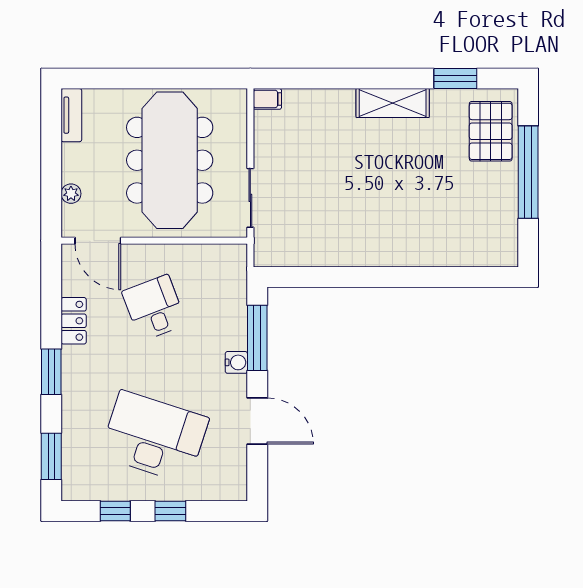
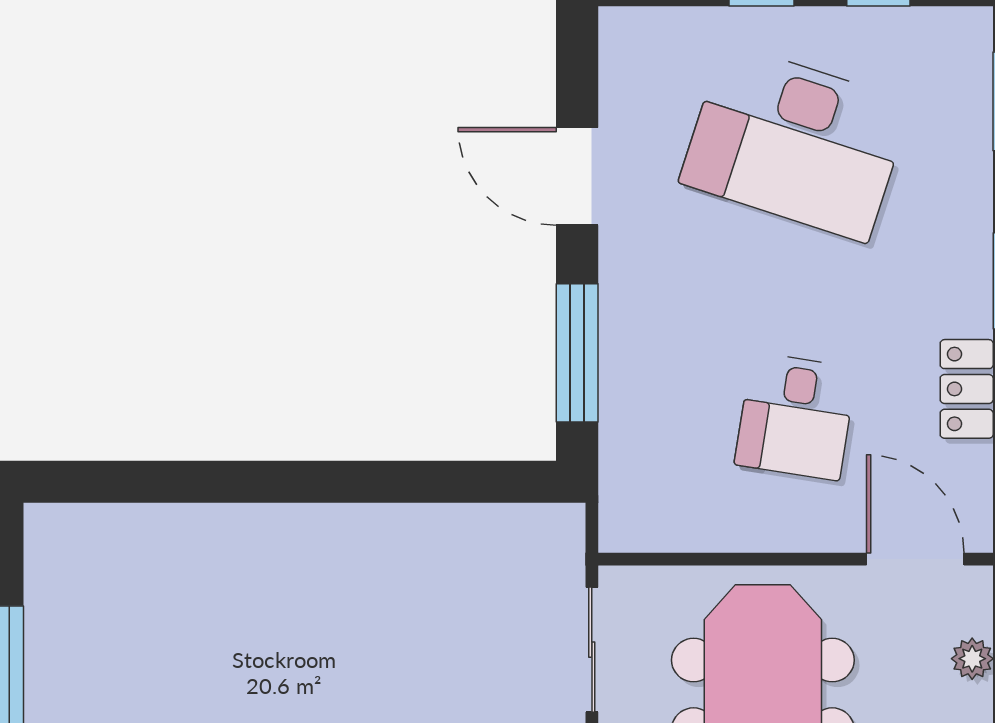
desk: (154, 308) -> (796, 416), turned 30
water cooler: (236, 362) -> (621, 301), removed

